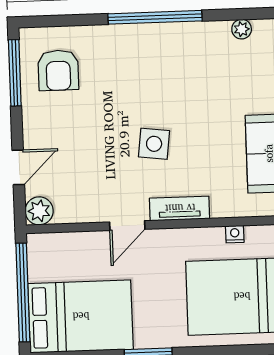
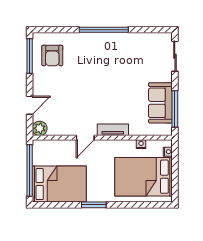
plant: (242, 29) -> (149, 38), removed
side table: (154, 144) -> (101, 96), removed

